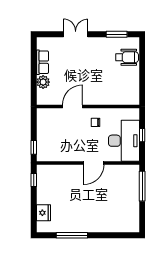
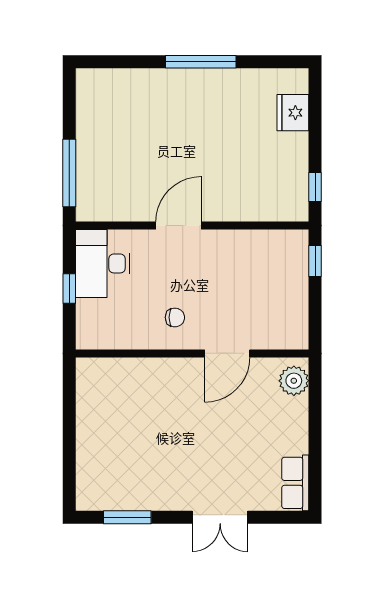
wheelchair: (127, 57) -> (104, 465), removed
row of seats: (42, 62) -> (295, 483), moved
plant: (43, 82) -> (294, 381), moved
desk: (124, 141) -> (103, 263), width x0.73, depth x0.77
window: (72, 235) -> (201, 62), moved

